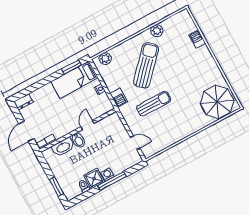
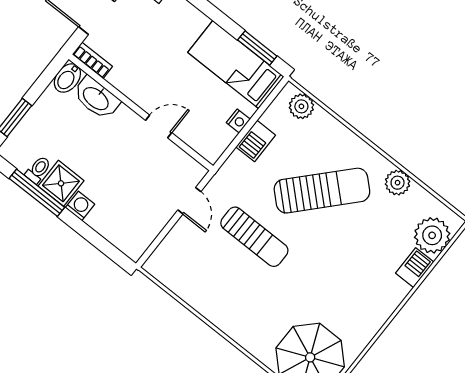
plant: (186, 25) -> (432, 235), added
barbecue: (119, 98) -> (256, 141), moved
bidet: (78, 140) -> (67, 78), moved
door: (135, 143) -> (189, 201), moved
window: (112, 181) -> (37, 193), moved

